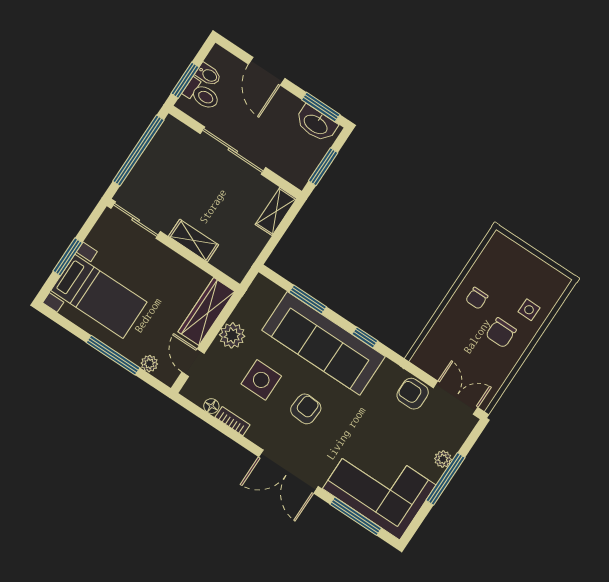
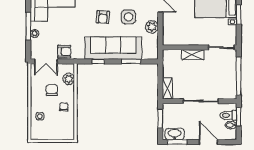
wardrobe: (206, 312) -> (169, 30), removed
chair: (501, 333) -> (52, 90), moved
plant: (436, 341) -> (69, 79), added

